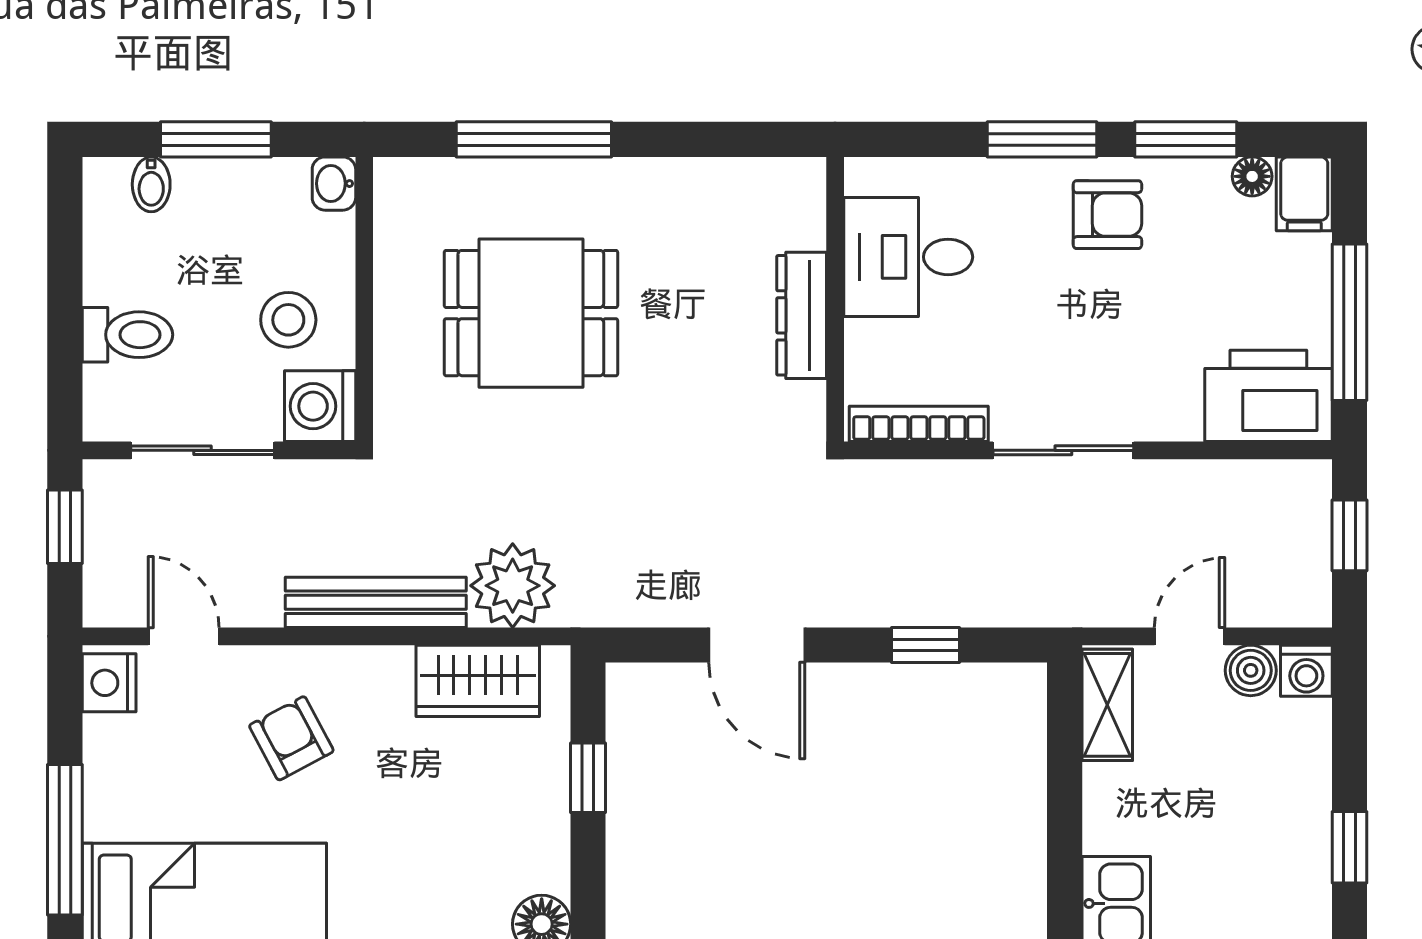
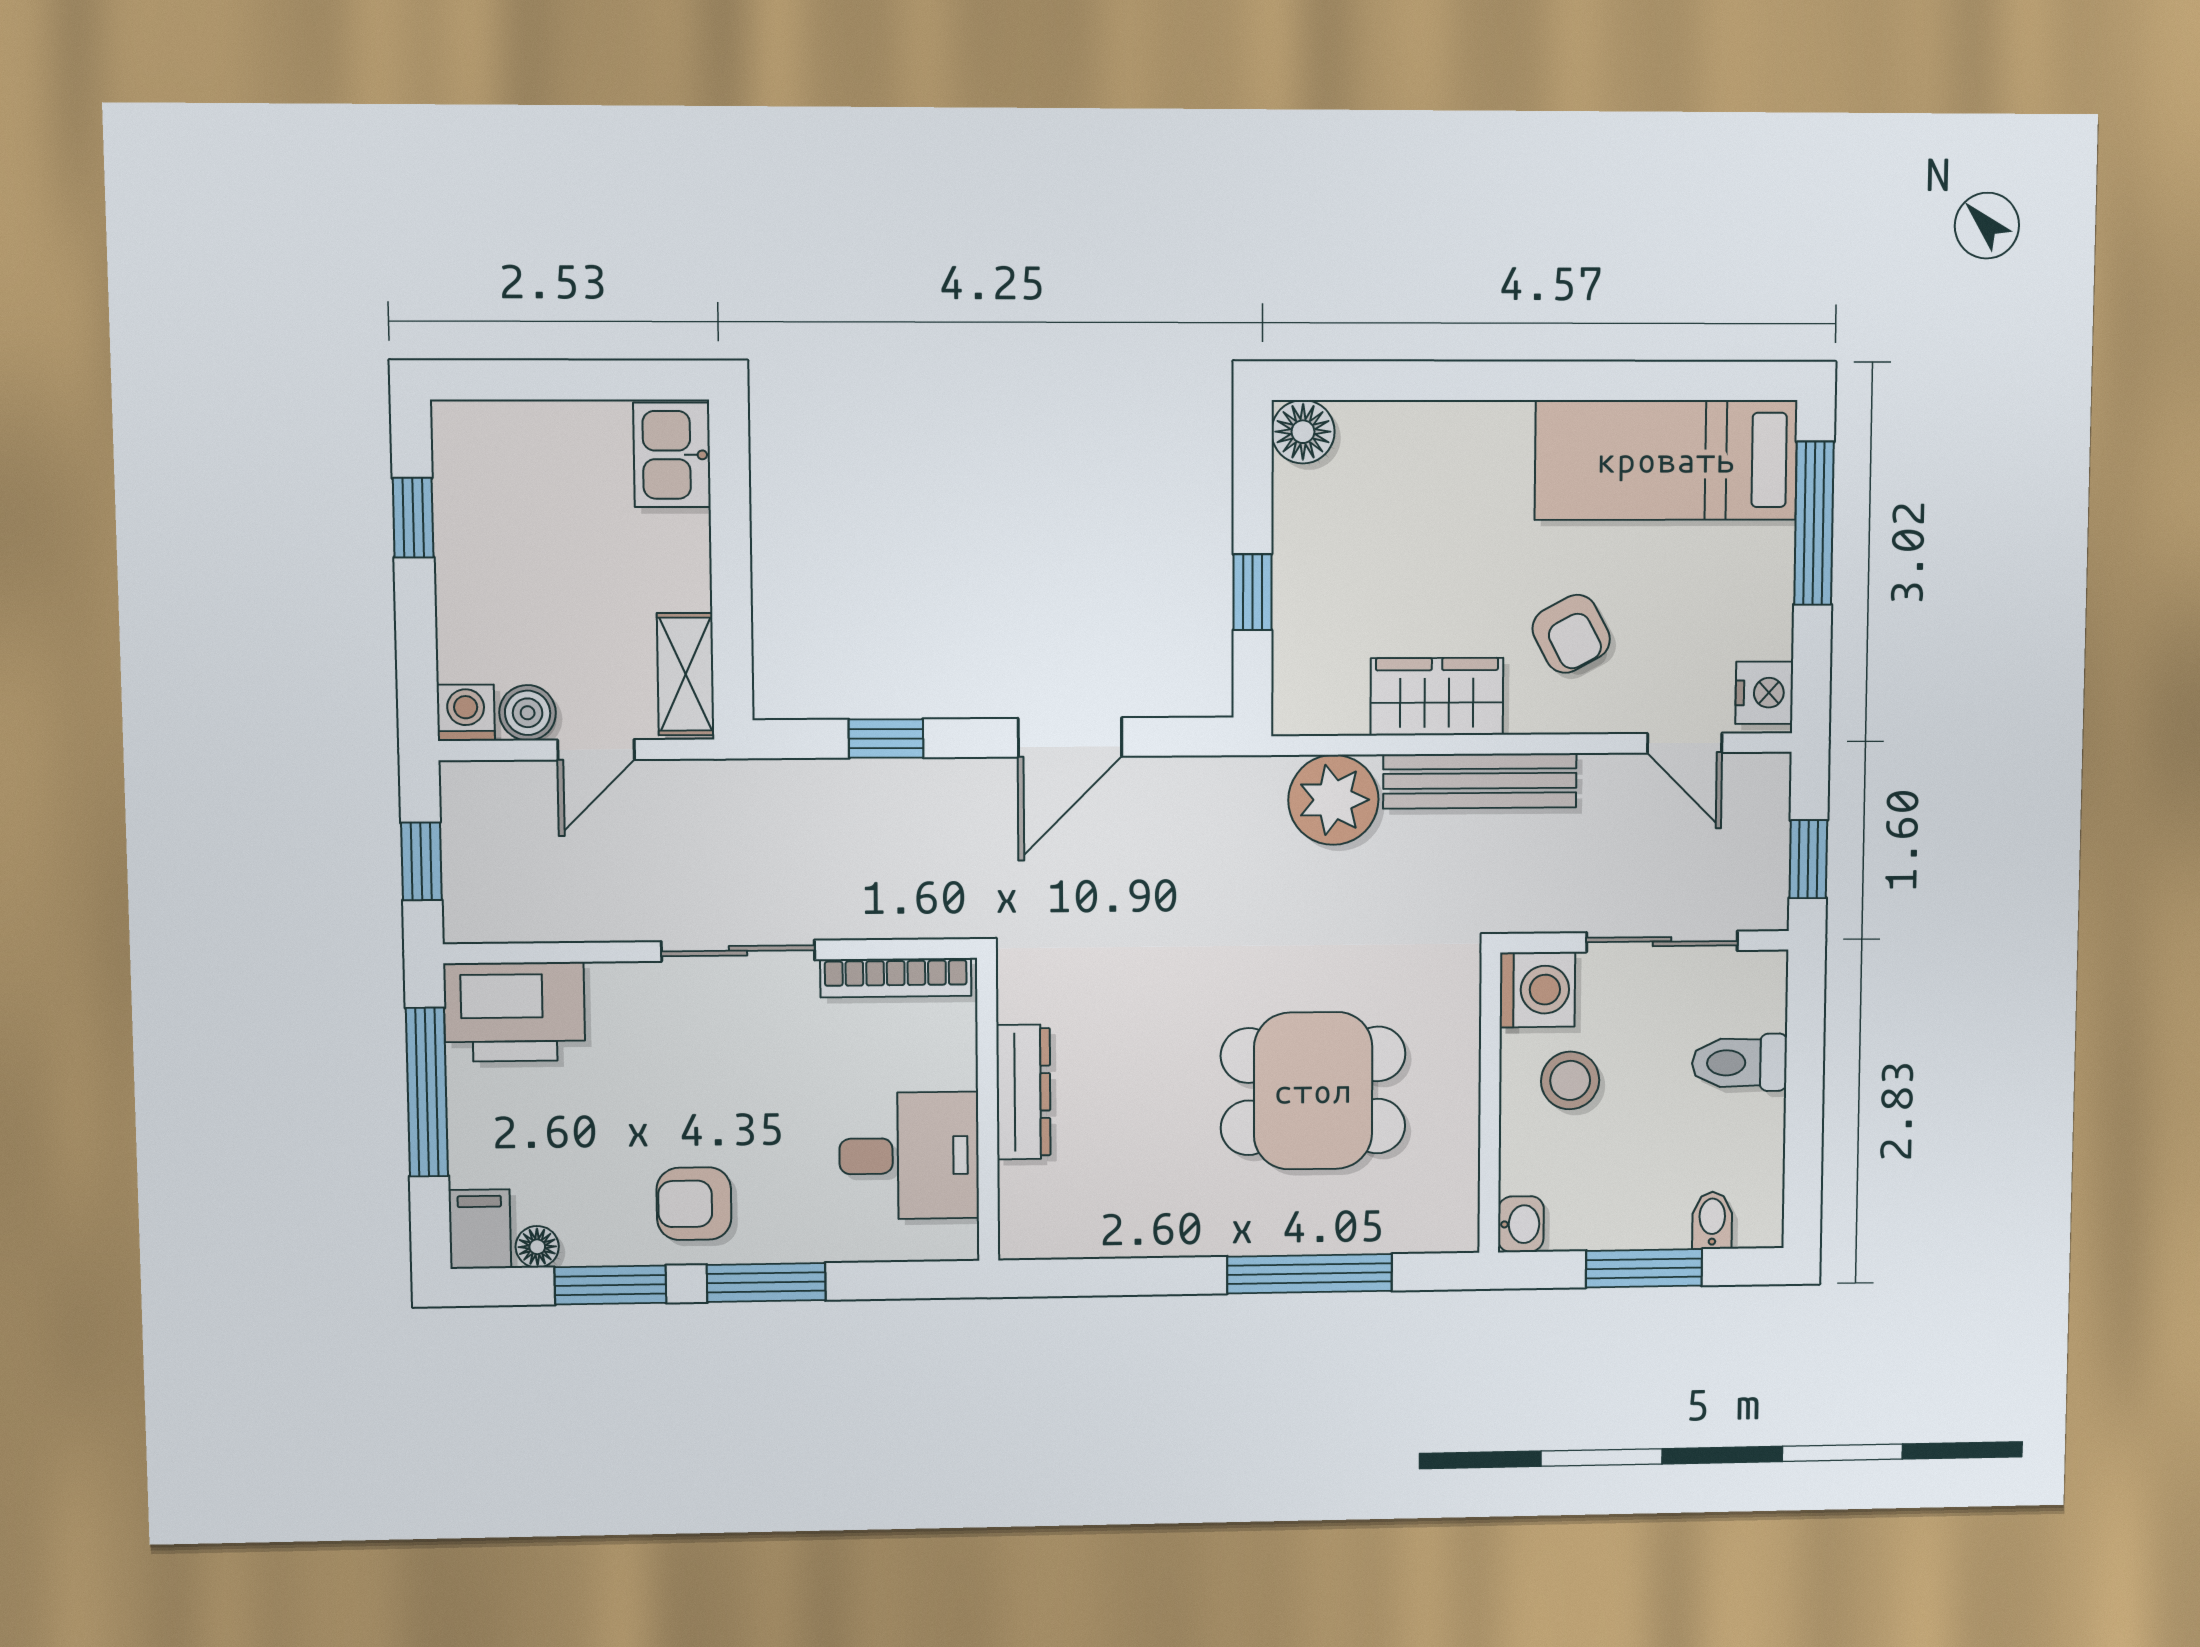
door: (757, 645) -> (1070, 737), swing flipped
wardrobe: (478, 681) -> (1437, 697), moved

